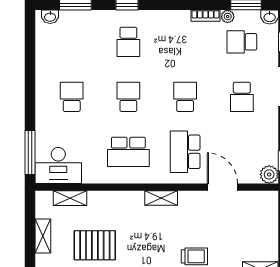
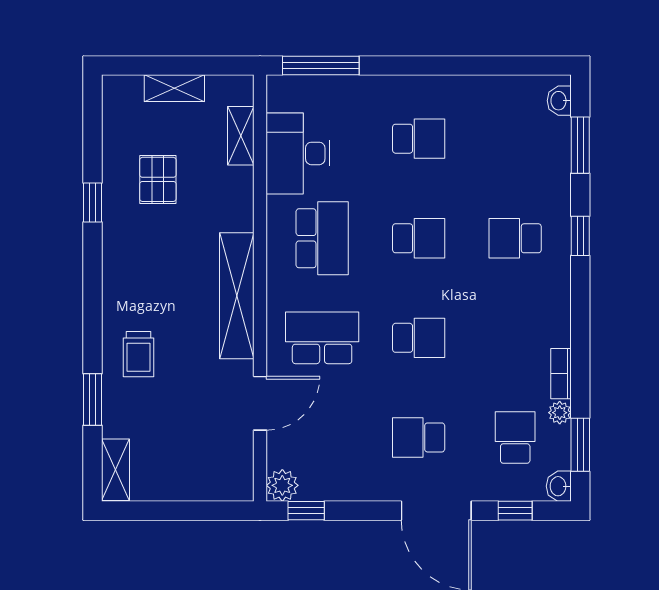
school desk: (128, 152) -> (322, 238), turned 180
desk: (58, 165) -> (298, 153), moved
shelving: (161, 198) -> (237, 296), width x2.20, depth x1.33
pallet: (95, 245) -> (158, 179), width x0.67, depth x0.71

